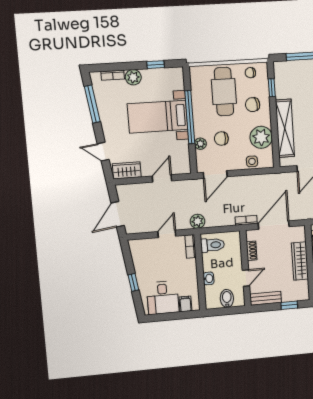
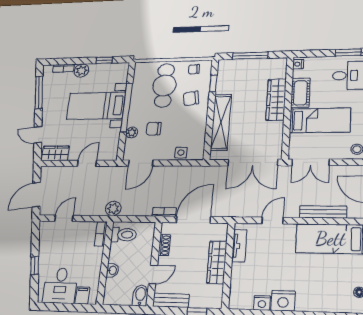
plant: (261, 137) -> (195, 130), removed
door: (167, 234) -> (64, 218), moved
bidet: (227, 298) -> (140, 295), moved

